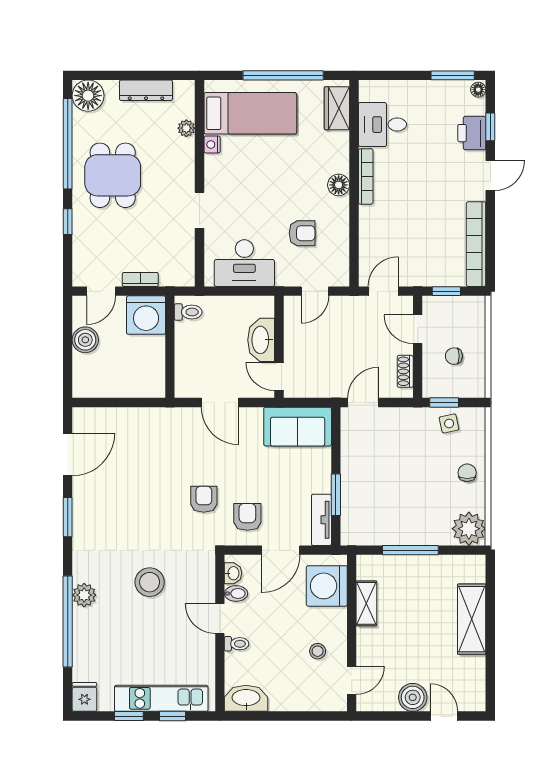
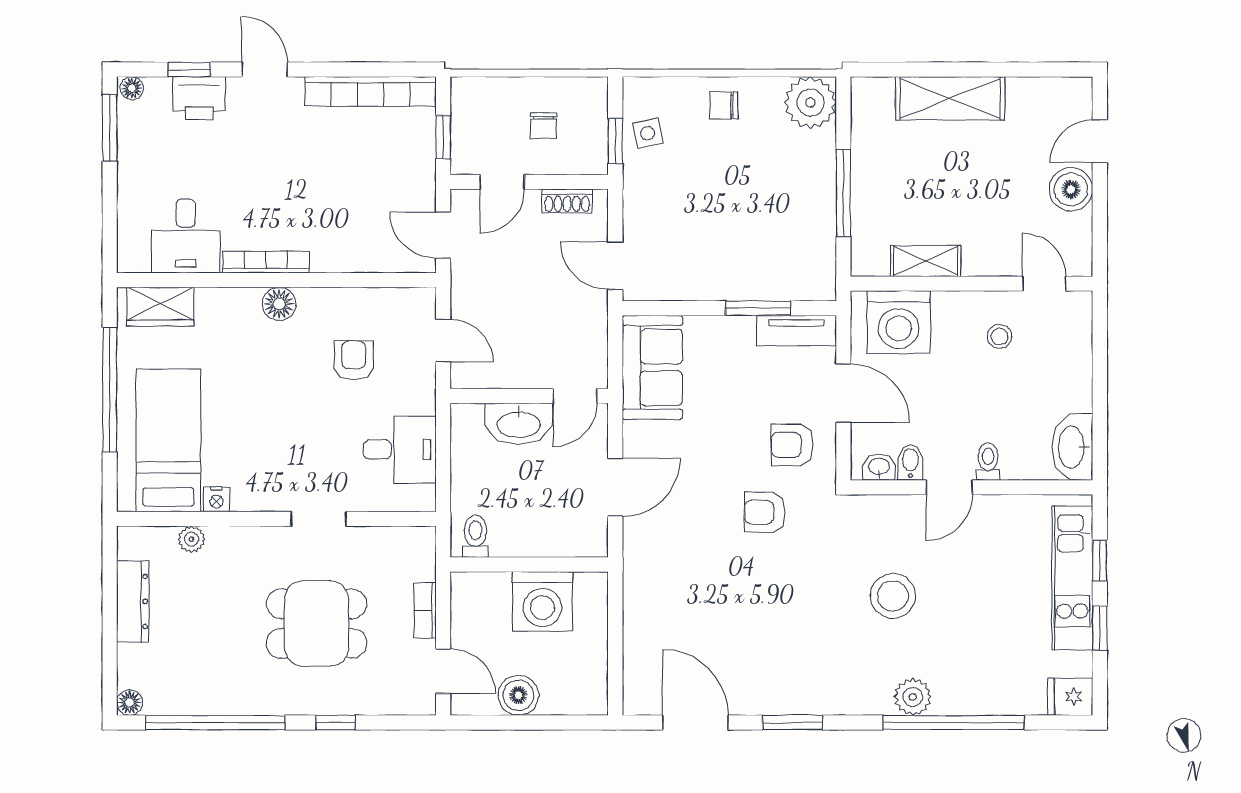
floor lamp: (88, 96) -> (130, 703), width x0.53, depth x0.53
dining table: (113, 175) -> (317, 624), moved
desk: (244, 263) -> (400, 449), width x0.73
washing machine: (146, 315) -> (542, 601), moved, turned 90

